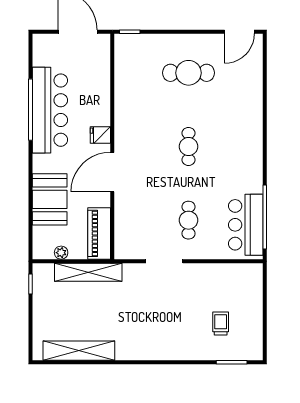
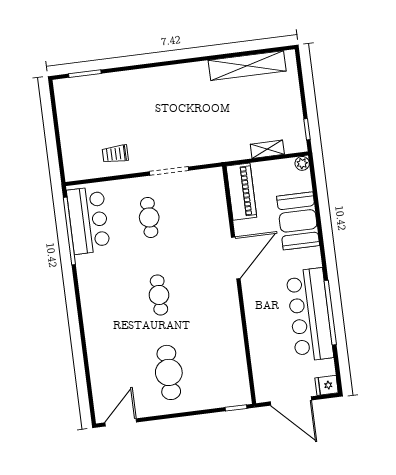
cafe table: (188, 73) -> (169, 372), turned 90
fridge: (100, 135) -> (327, 385), moved, turned 180
plant: (61, 253) -> (302, 163), moved
shelving: (88, 272) -> (267, 149), width x0.45, depth x0.75
trolley: (221, 323) -> (115, 154), moved, turned 90

